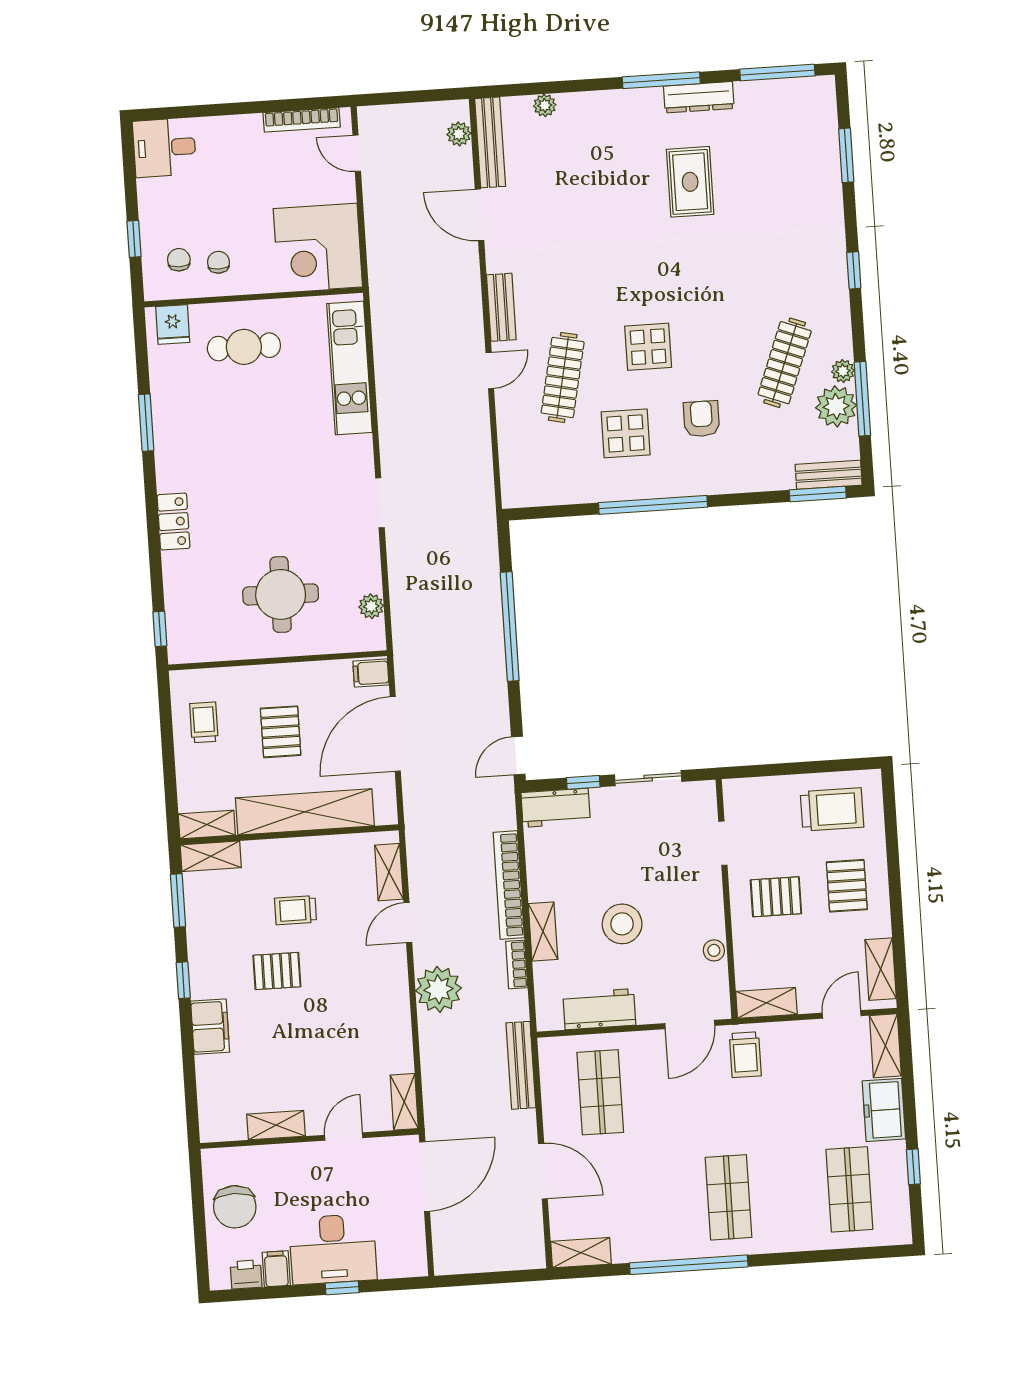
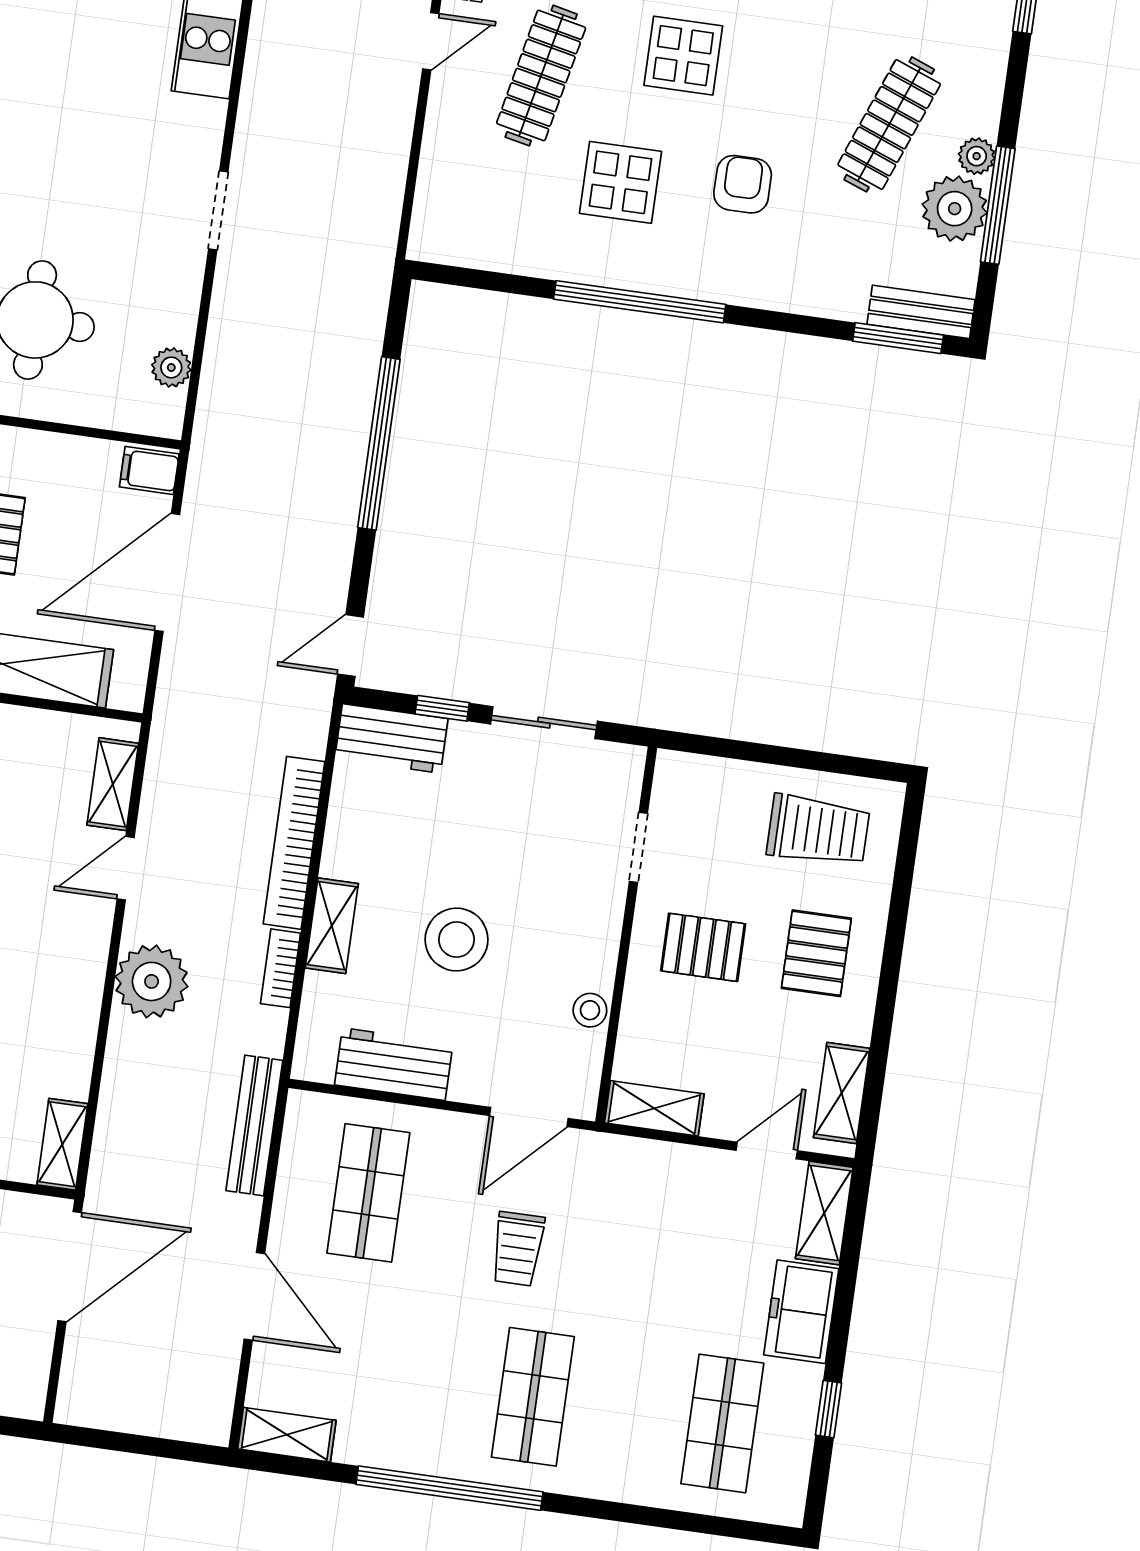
trolley: (745, 1055) -> (518, 1249), moved

